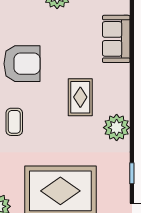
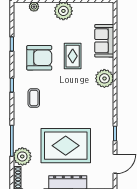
rug: (80, 97) -> (73, 56), moved
plant: (117, 128) -> (104, 78), moved

